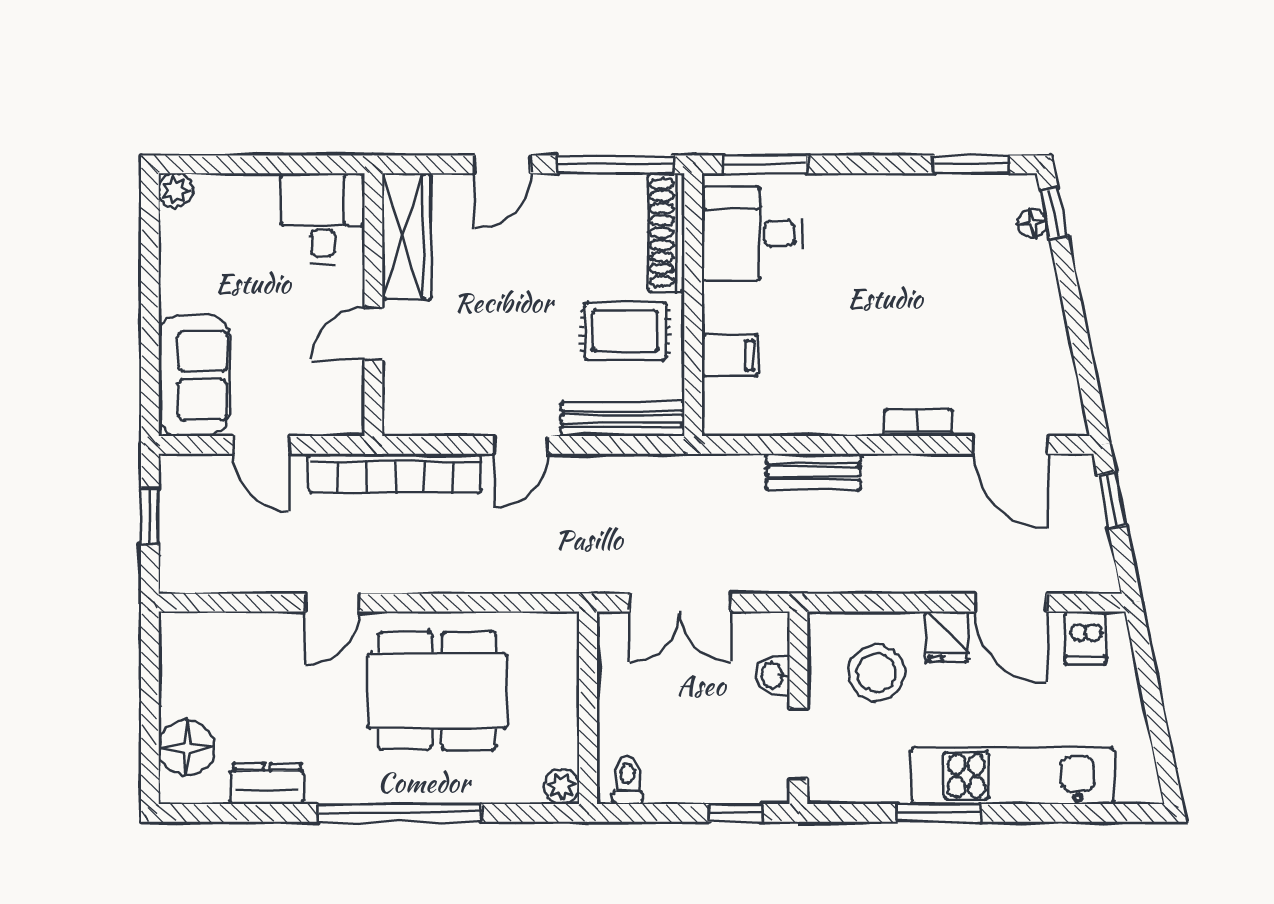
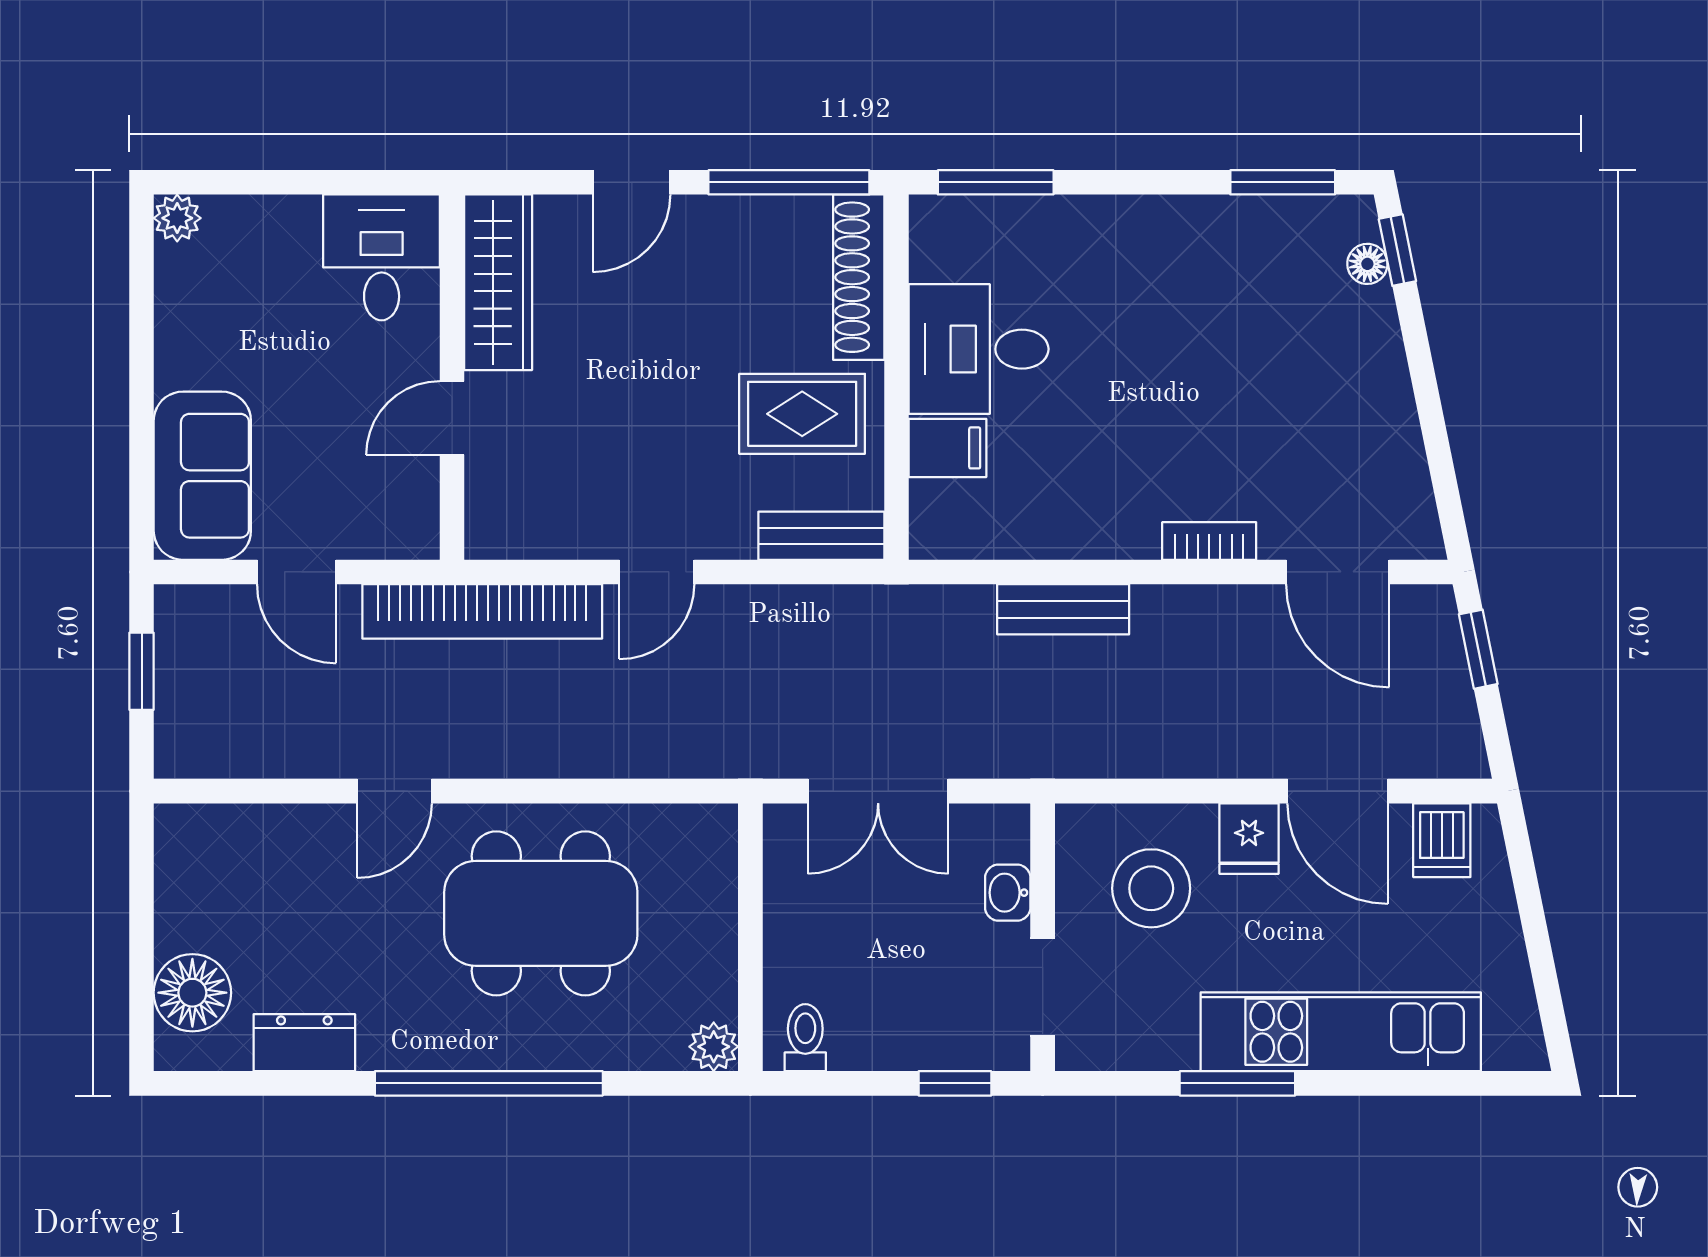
desk: (752, 234) -> (979, 349), moved
bench: (623, 419) -> (821, 536), width x0.73

